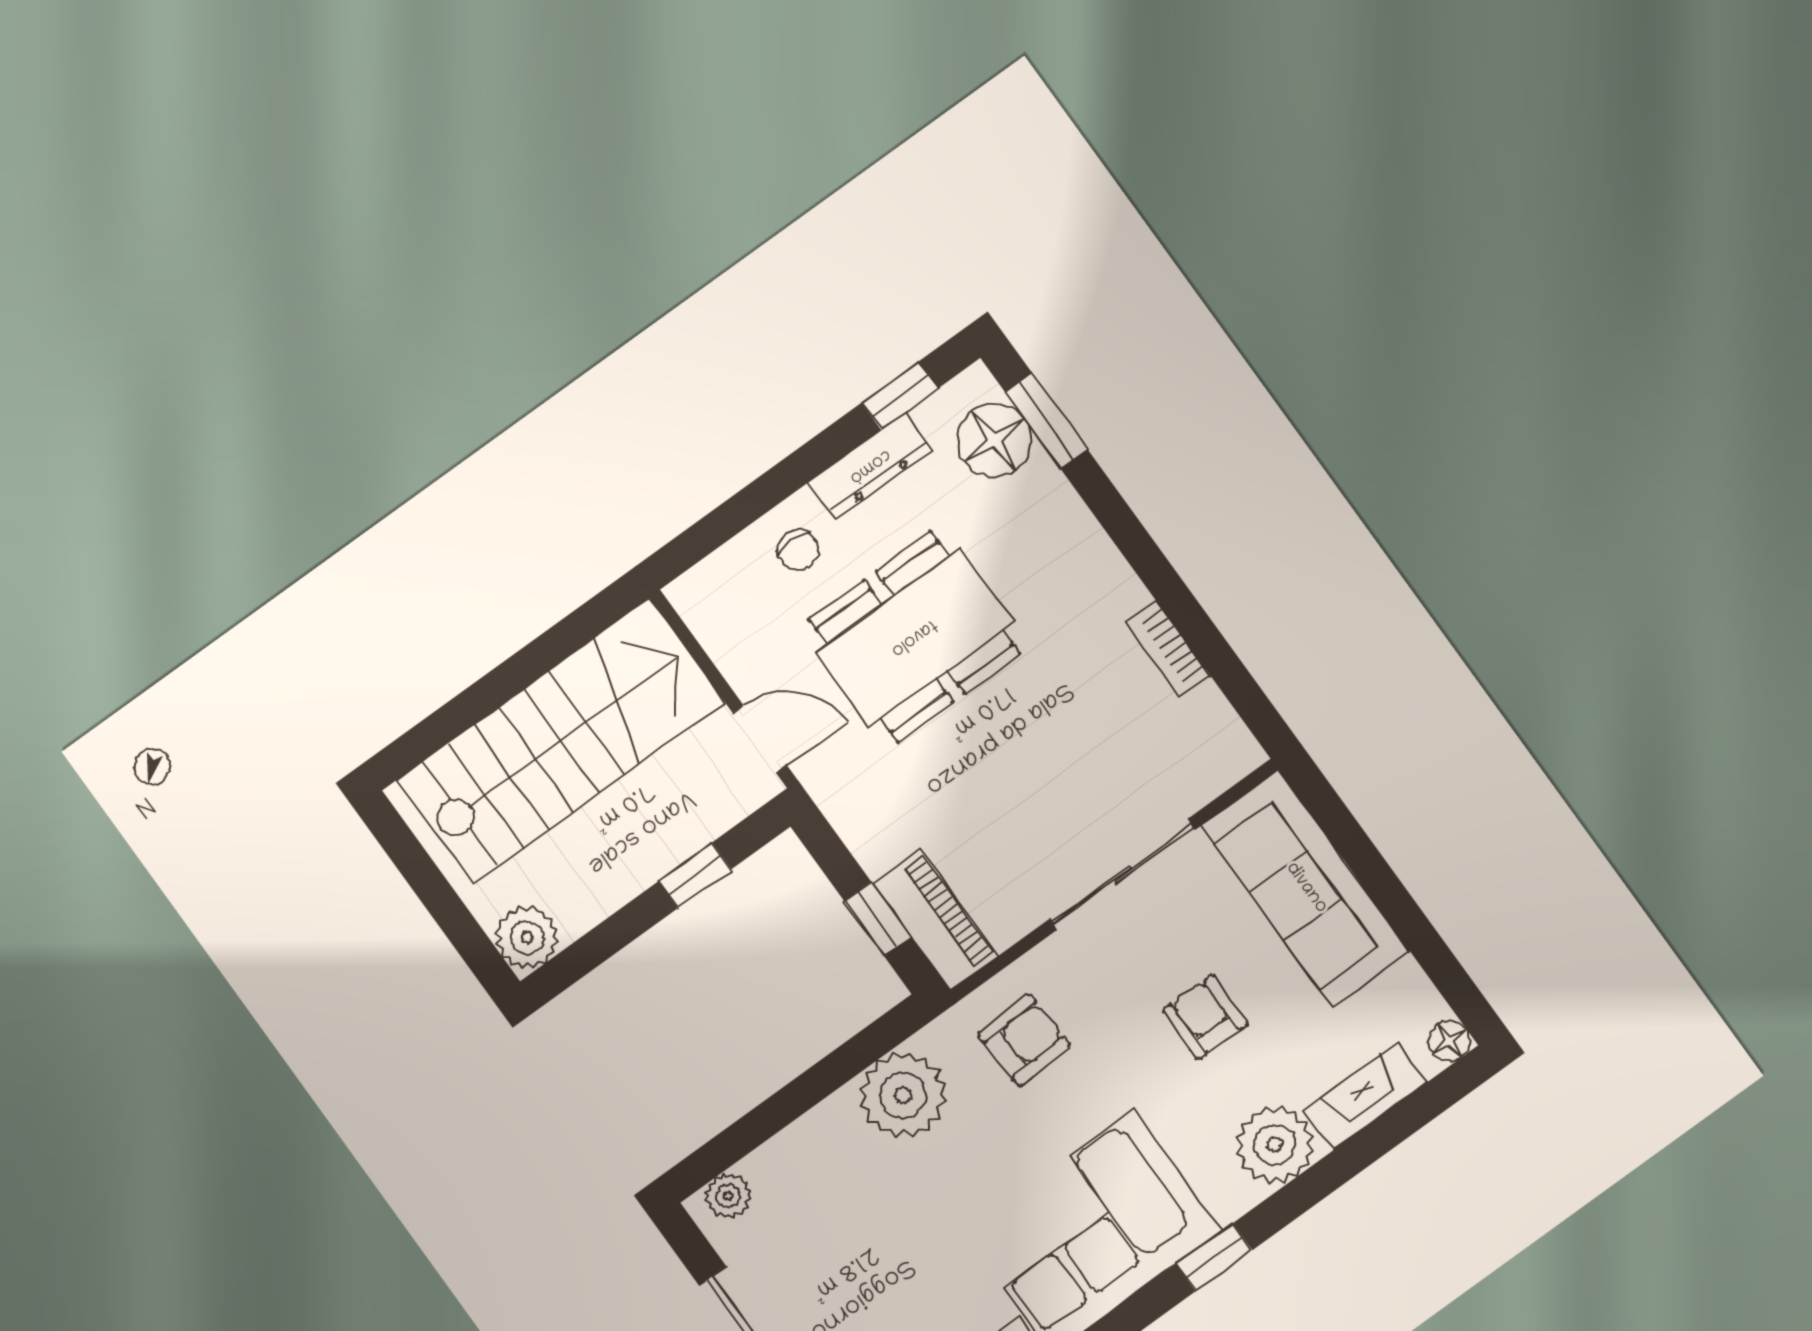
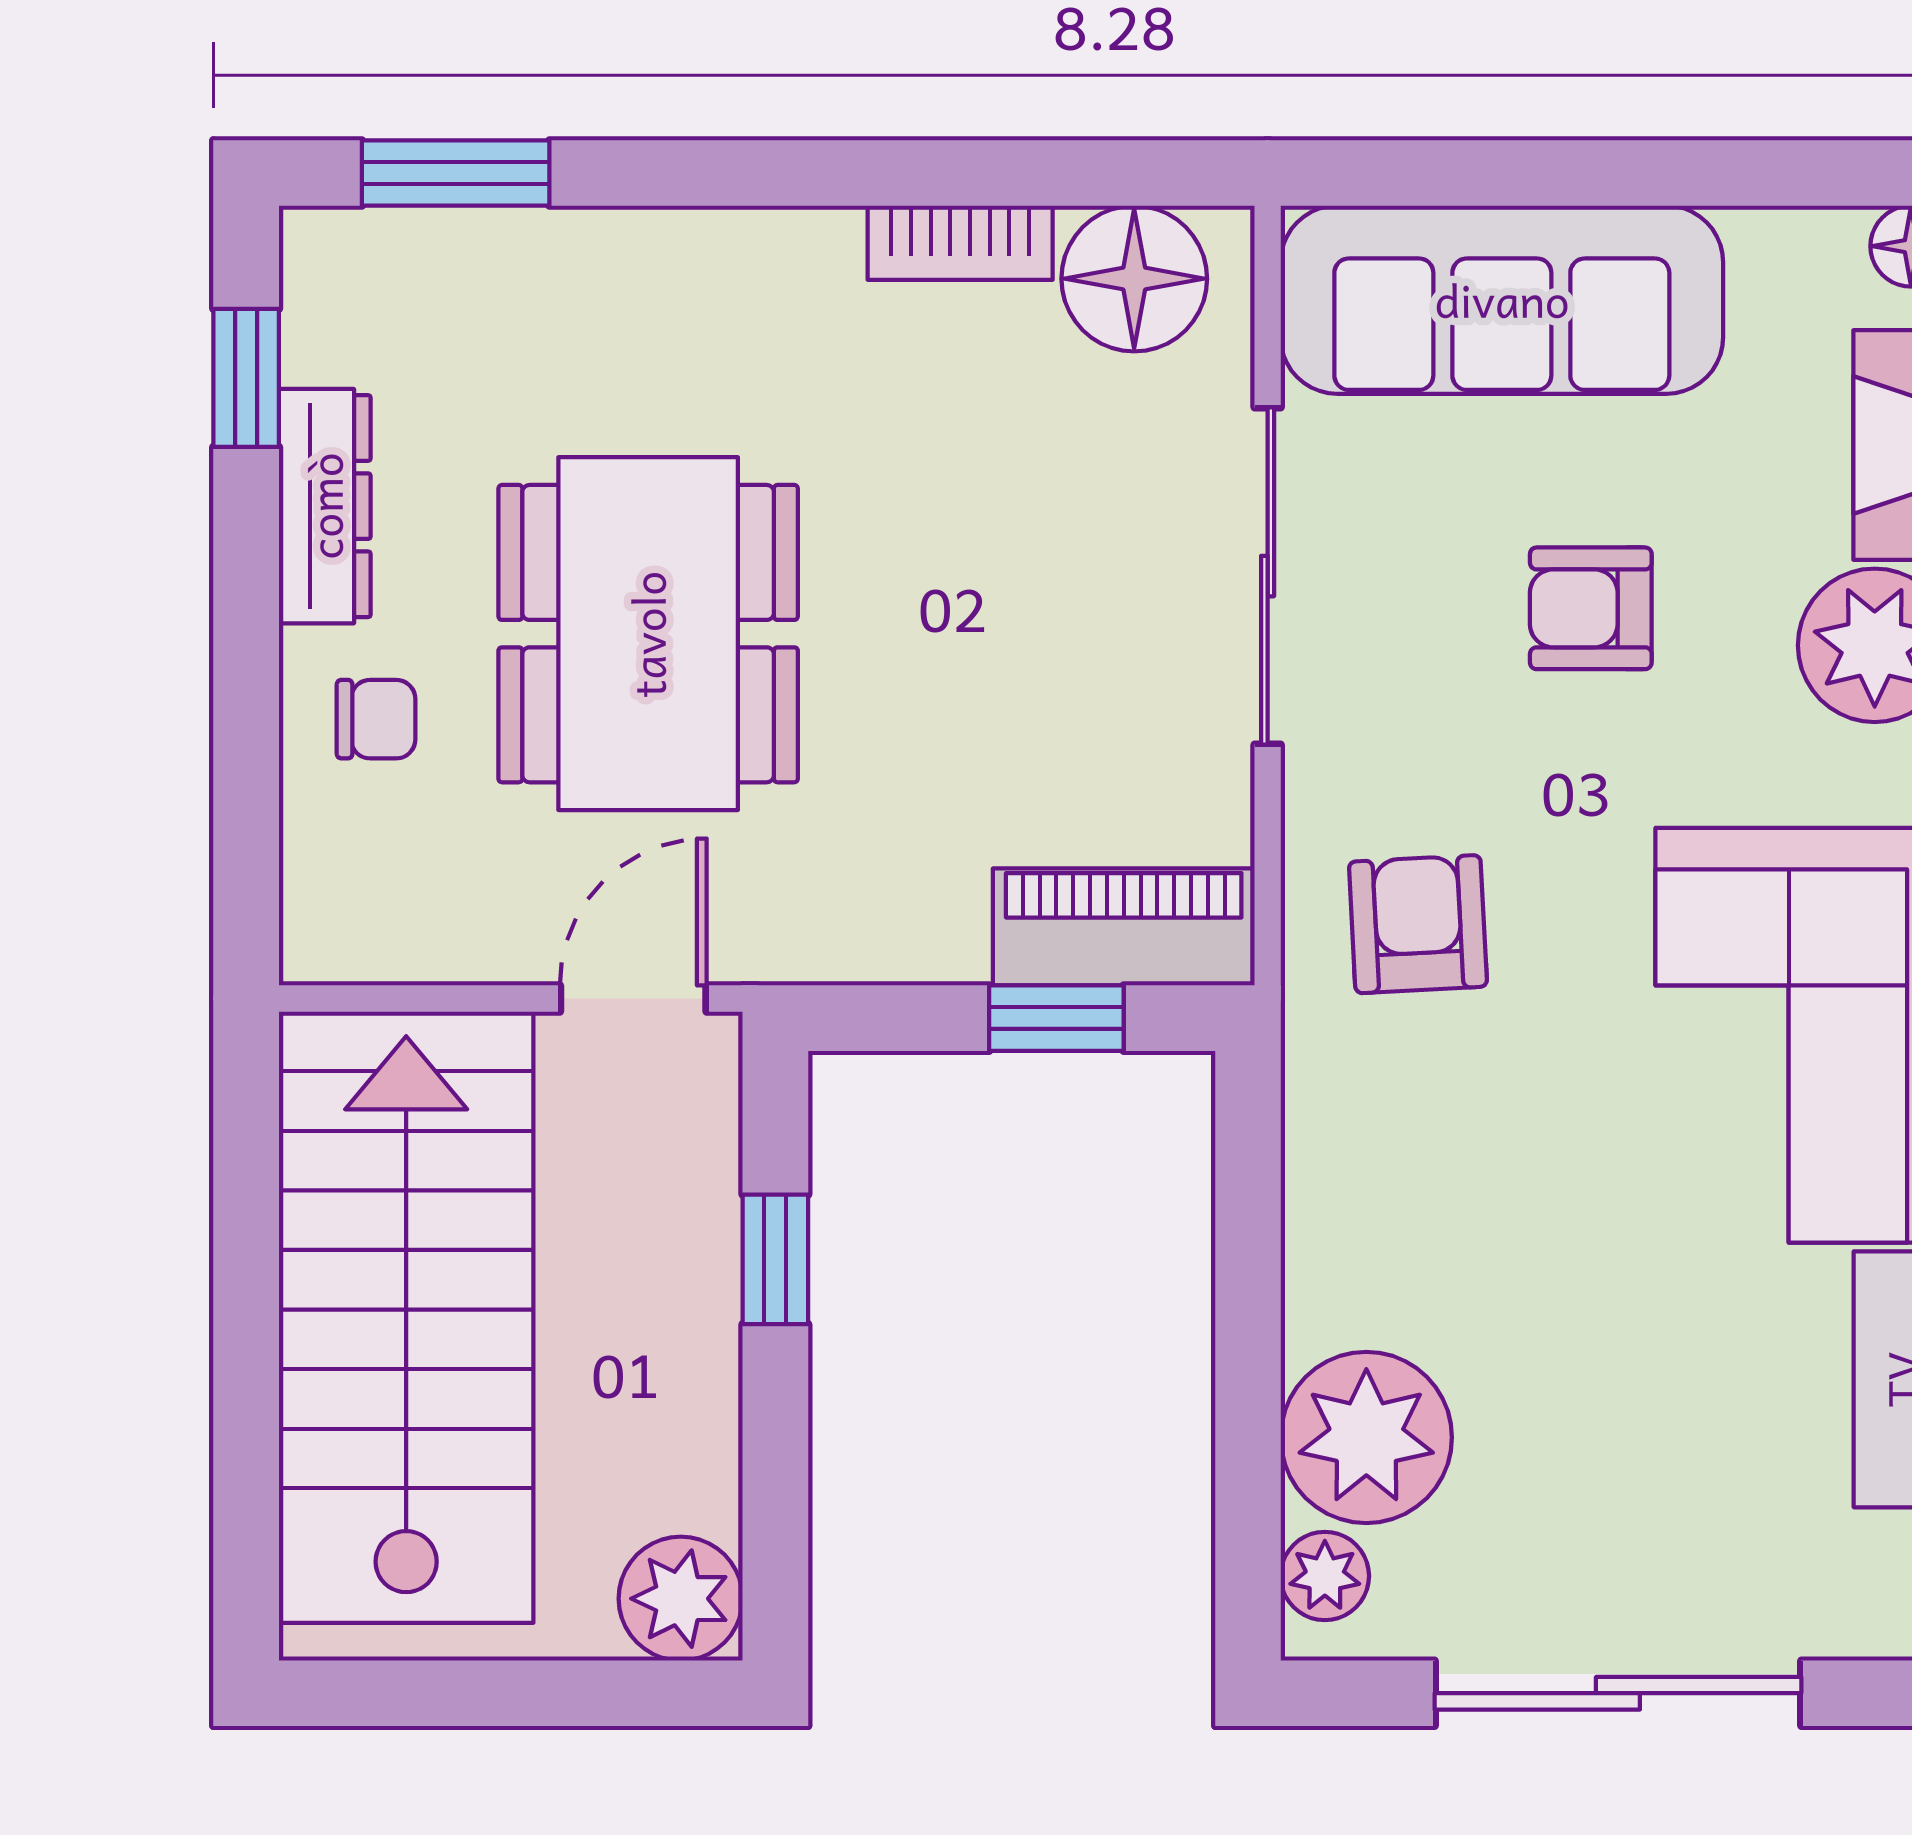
floor lamp: (994, 440) -> (1134, 279), moved
plant: (903, 1095) -> (1366, 1437), moved

